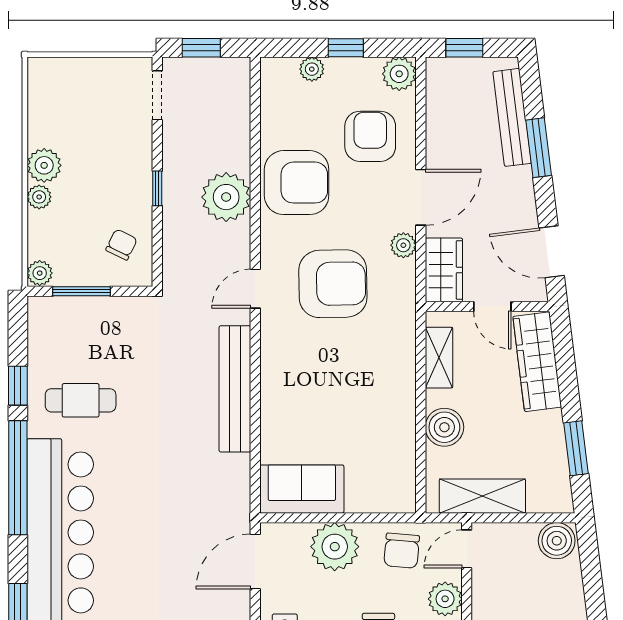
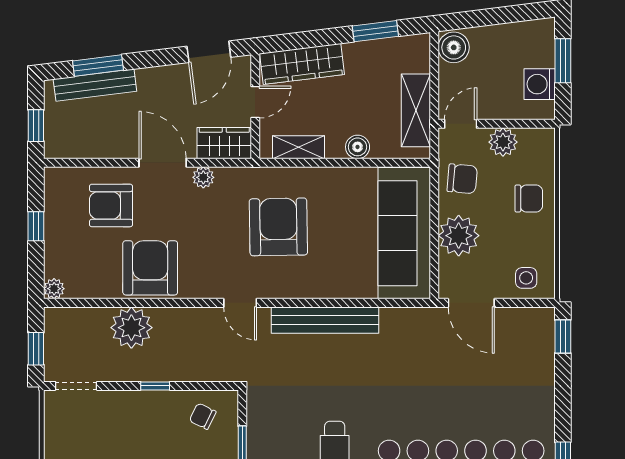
plant: (312, 69) -> (54, 289), moved
plant: (399, 74) -> (58, 181), removed
window: (539, 148) -> (98, 66), moved
plant: (226, 197) -> (131, 328), moved
armchair: (333, 284) -> (278, 227), moved
boiler: (444, 427) -> (358, 147), width x0.73, depth x0.73
sofa: (302, 489) -> (404, 233), width x1.85, depth x1.27
door: (467, 549) -> (461, 124), swing flipped

